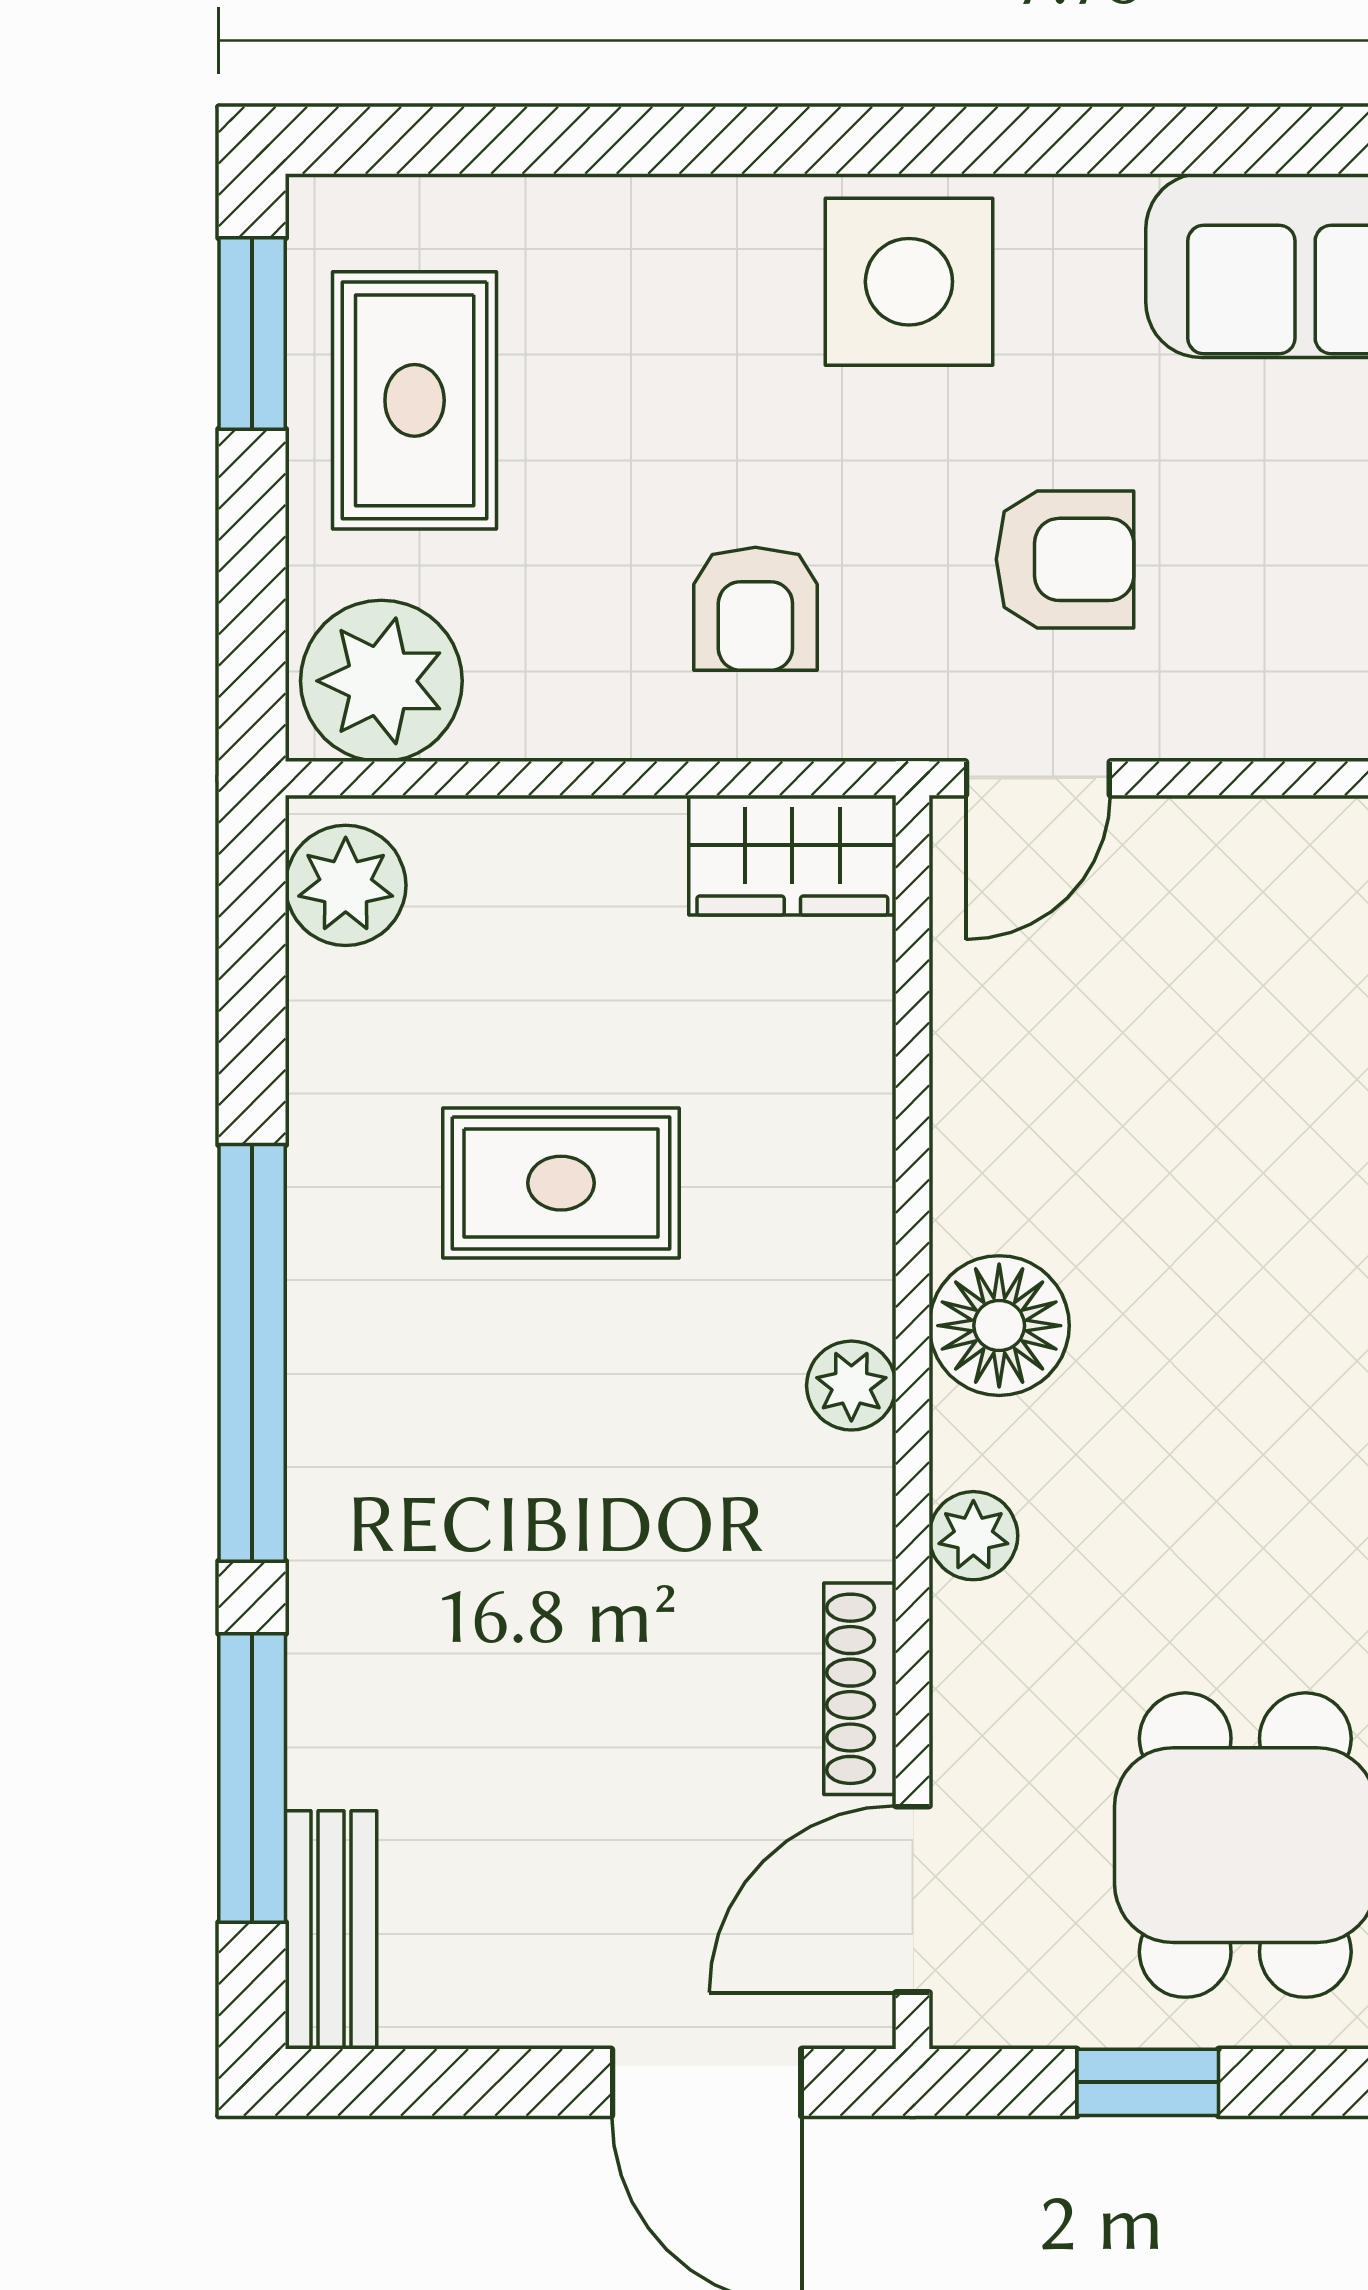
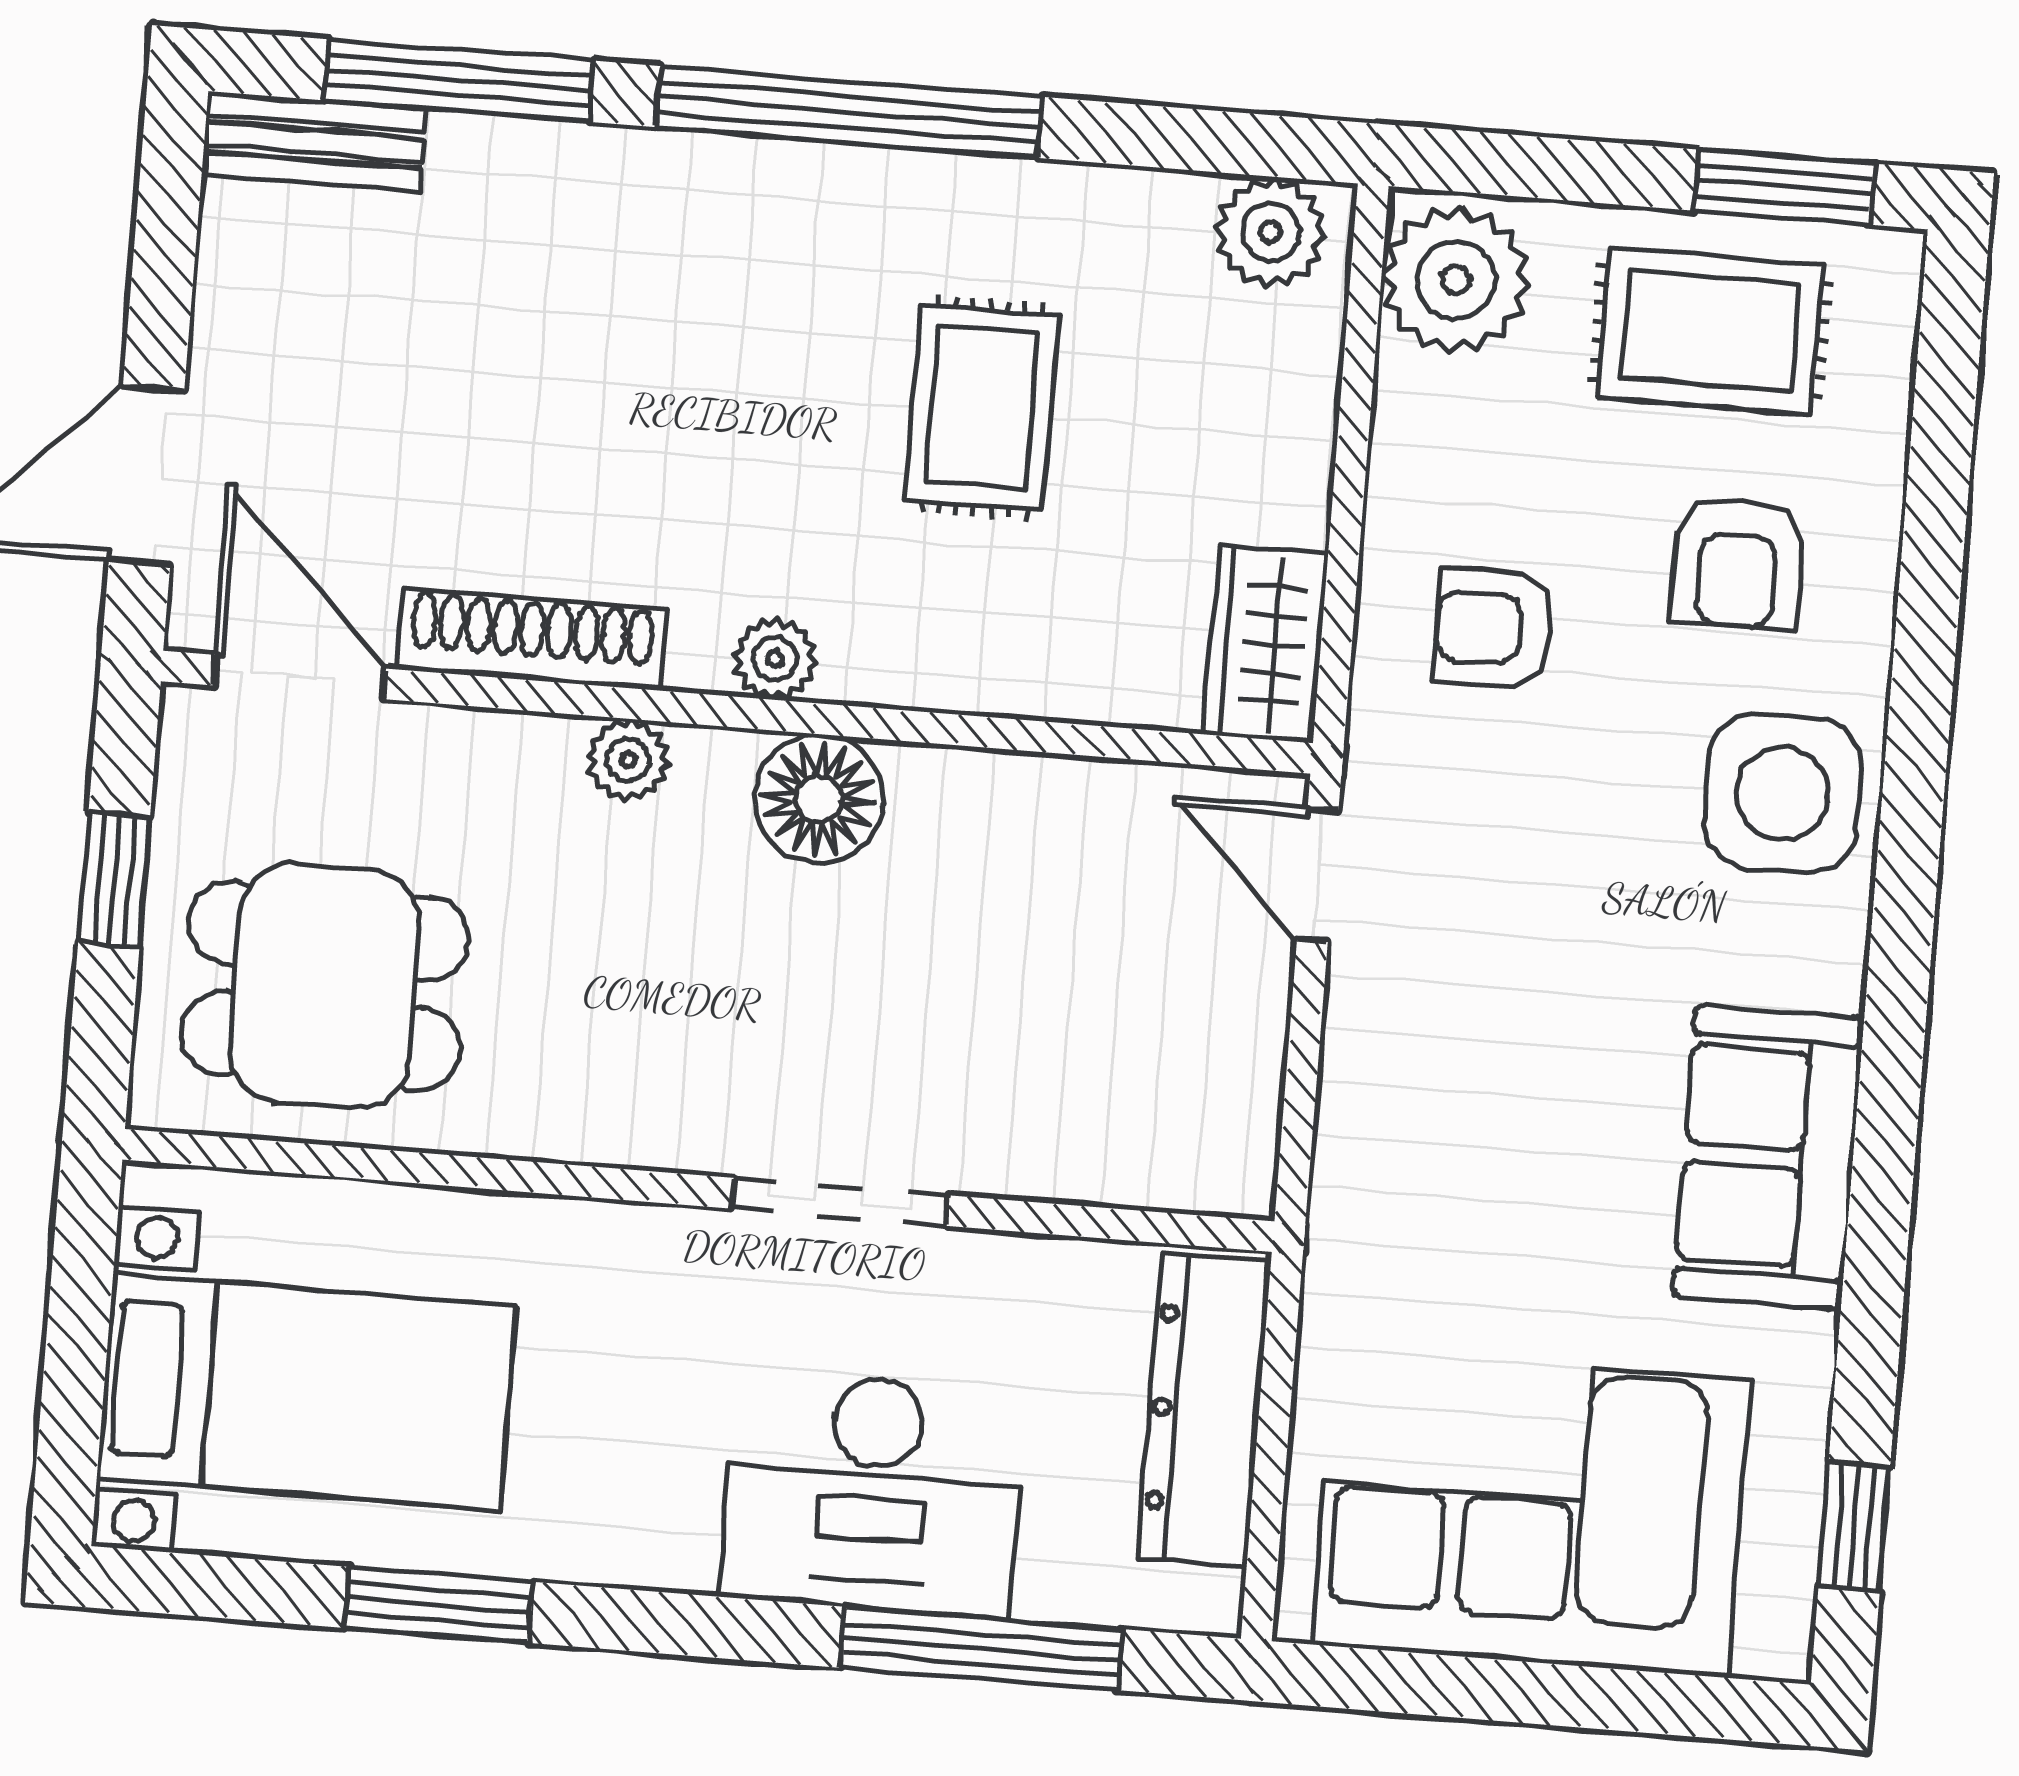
armchair: (1065, 559) -> (1737, 563), moved
shoe rack: (860, 1689) -> (532, 639), width x1.36, depth x1.24

